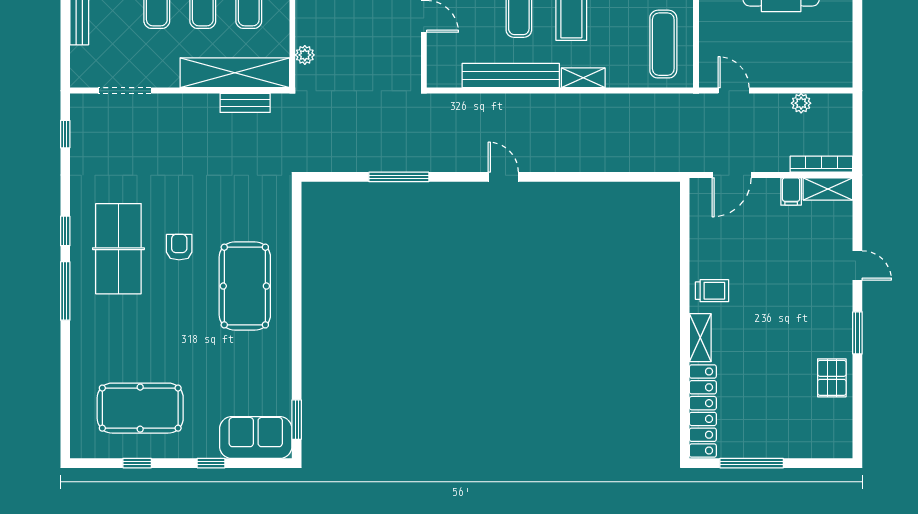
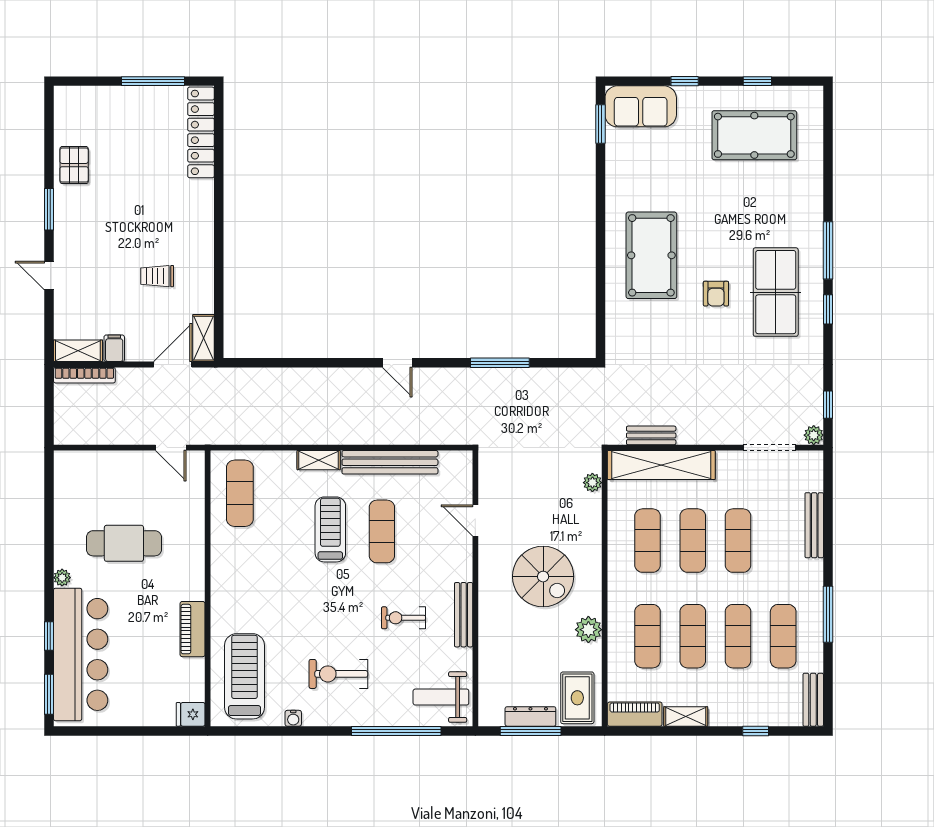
plant: (801, 103) -> (814, 435), moved
trolley: (712, 291) -> (157, 276), moved
shelving: (700, 338) -> (204, 338), moved

